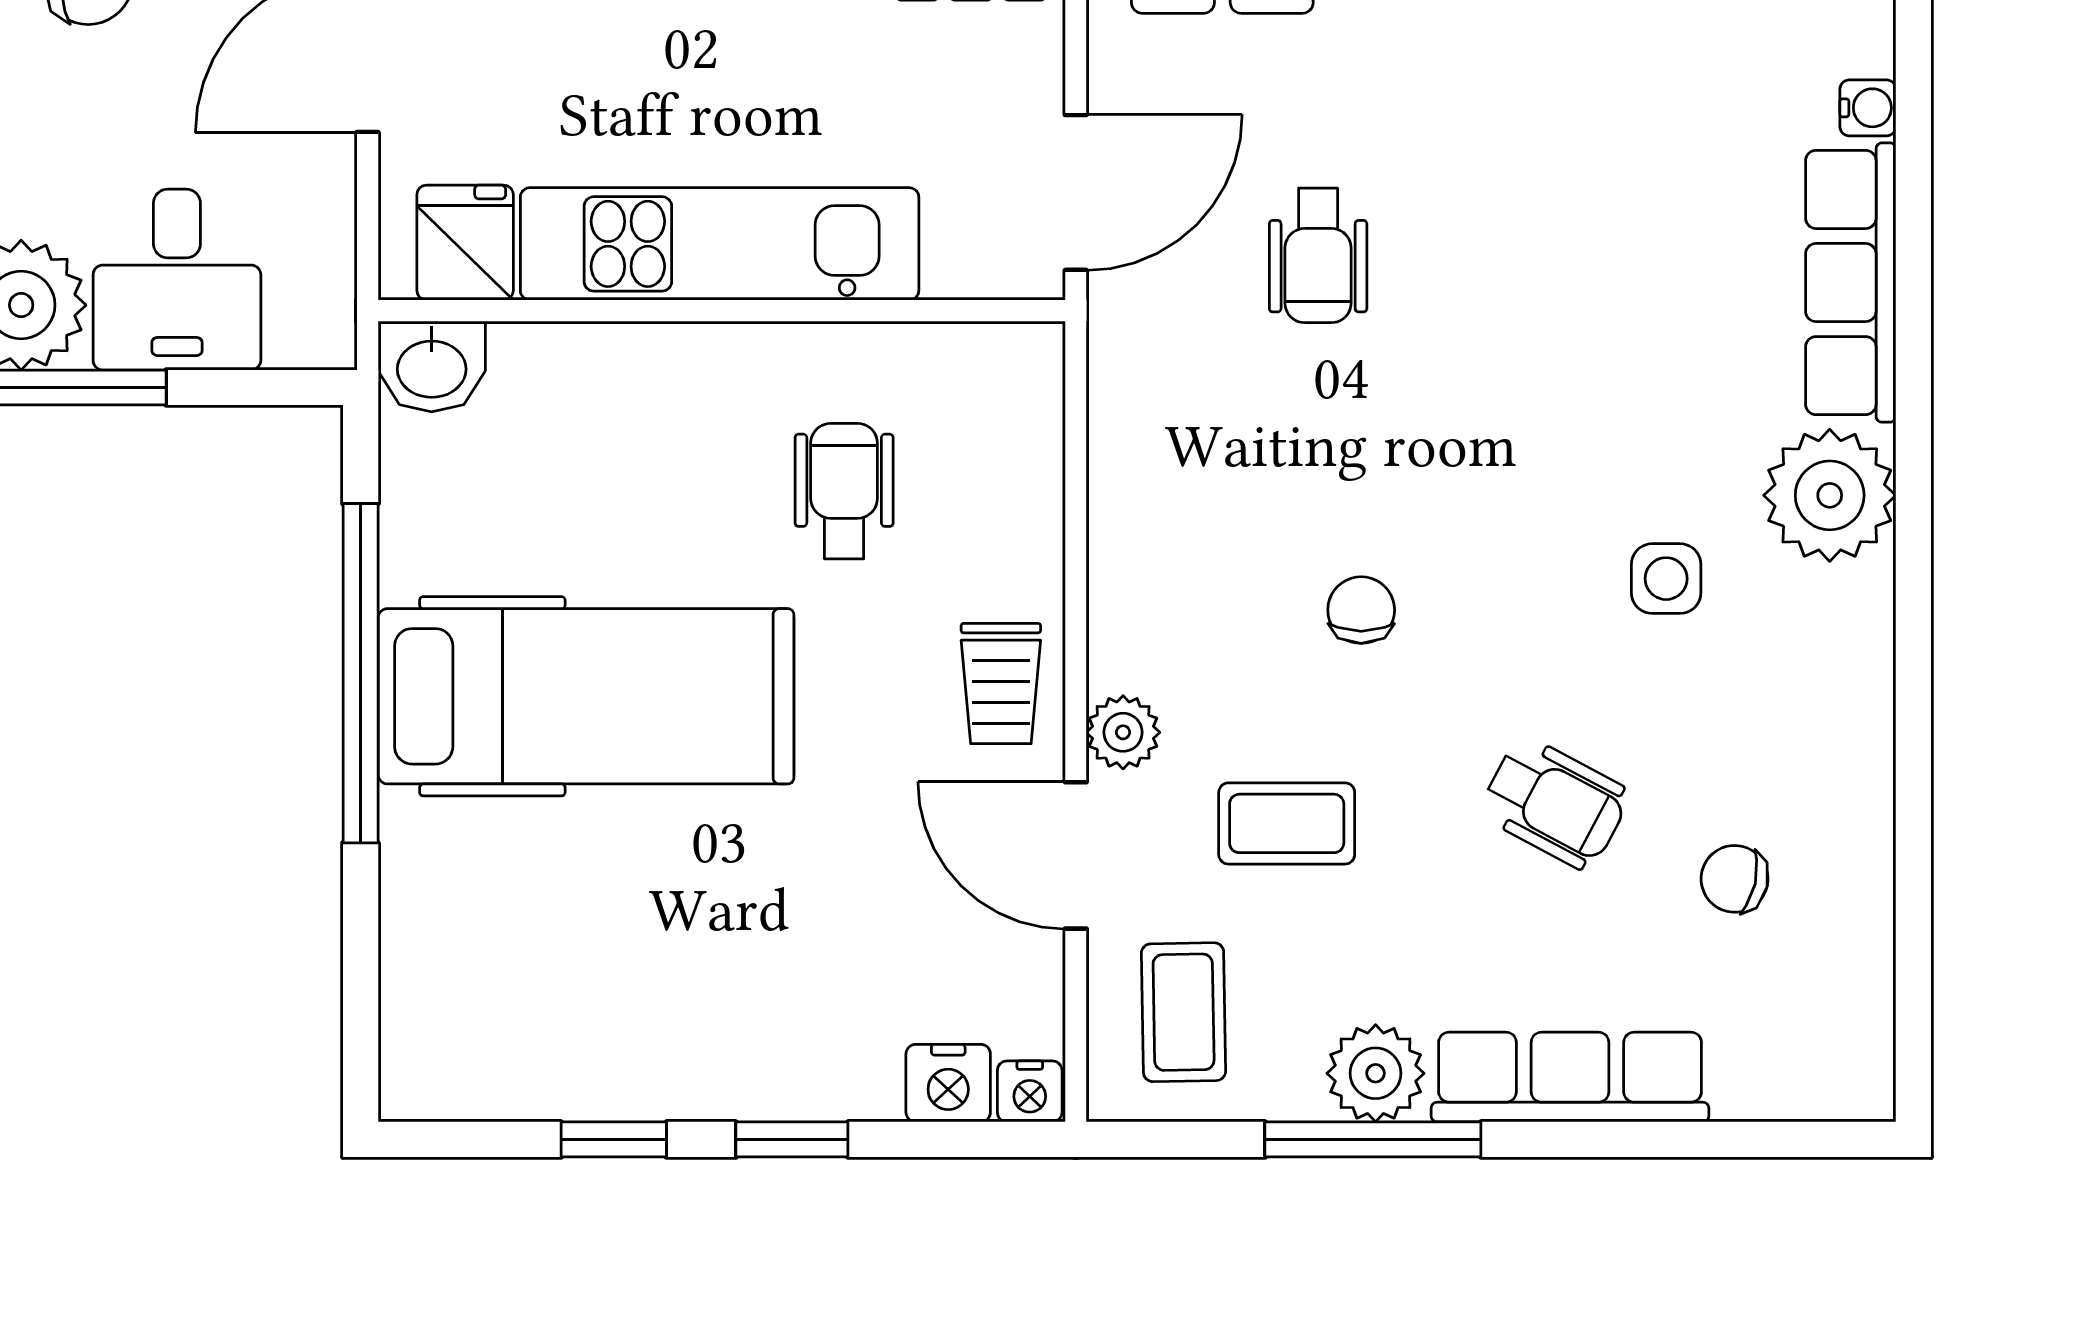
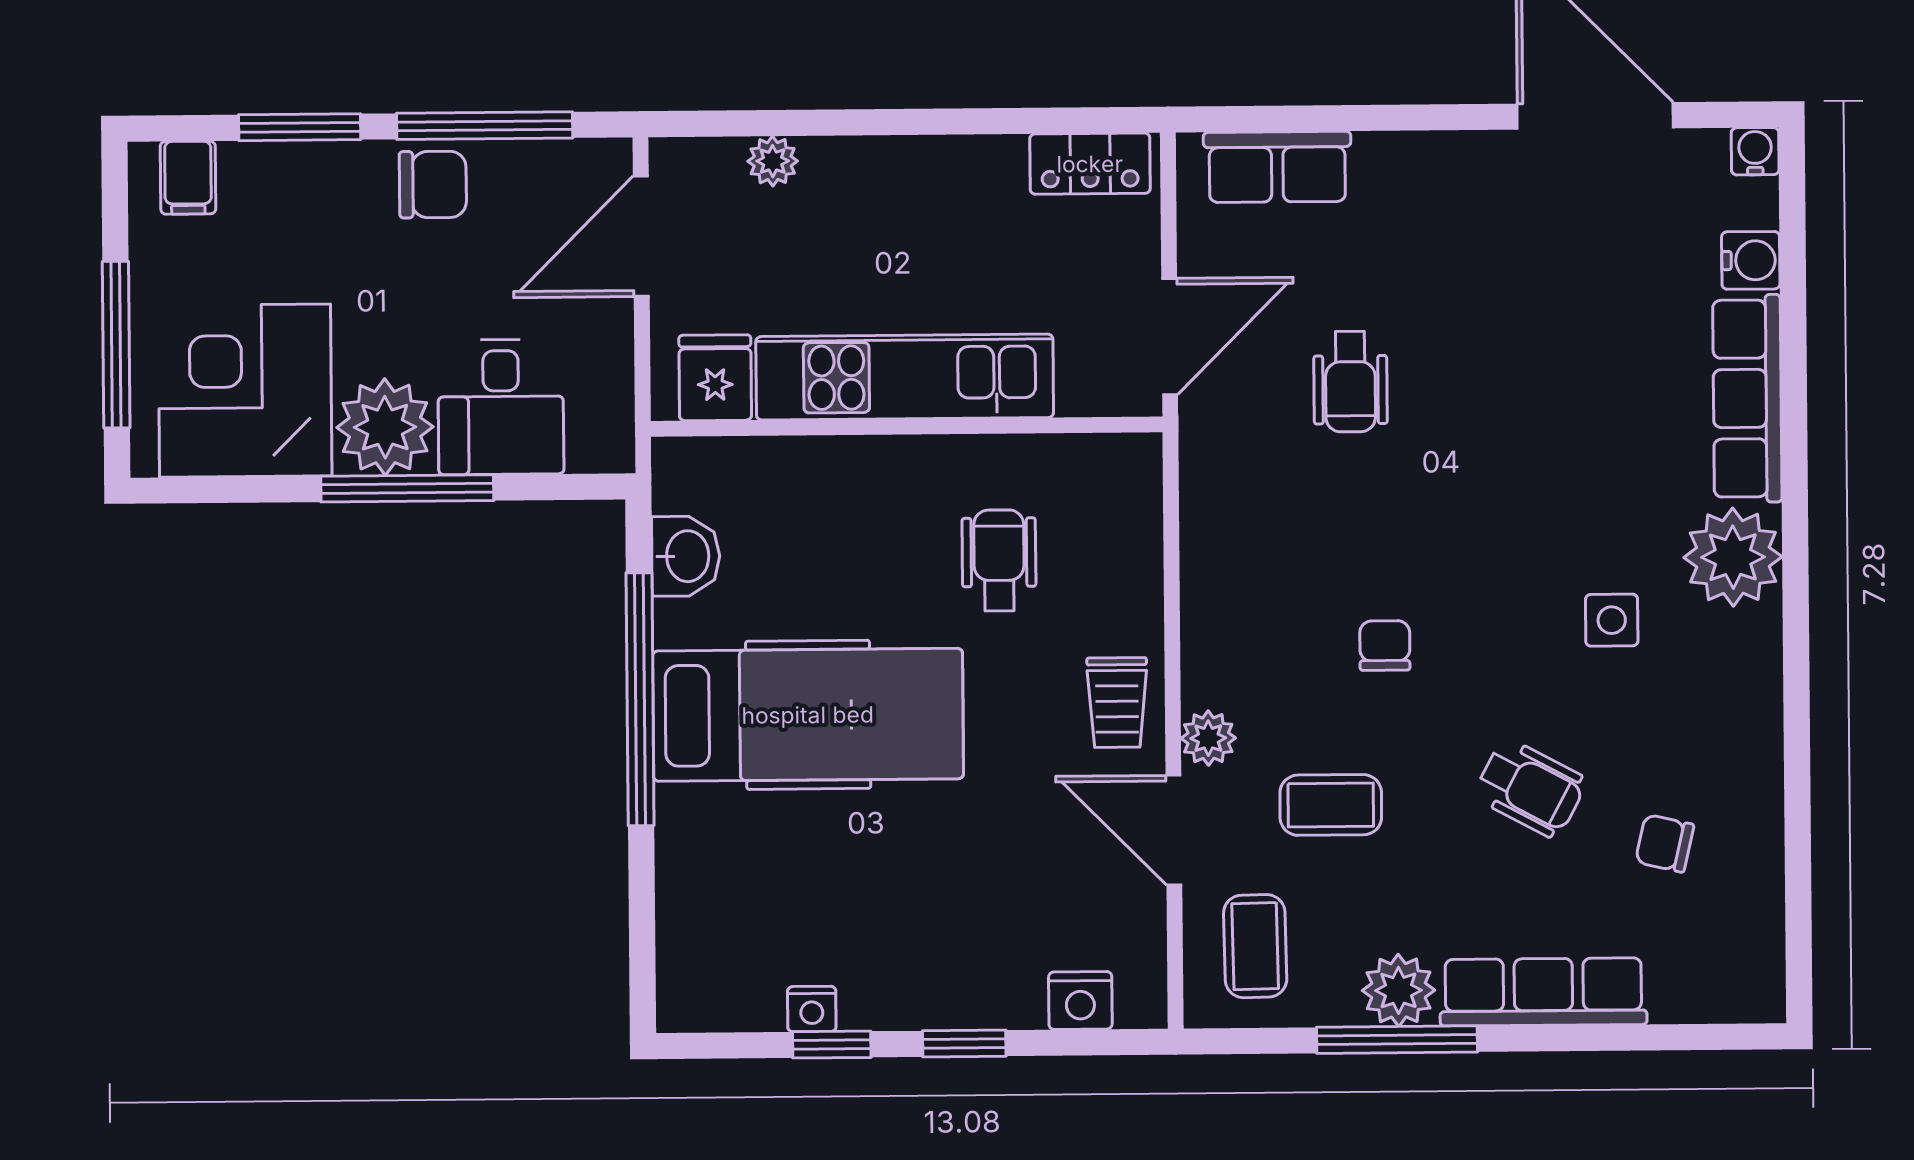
water cooler: (1868, 108) -> (1751, 260), width x1.38, depth x1.38
washbasin: (432, 366) -> (686, 556), moved, turned -90
nightstand: (1030, 1091) -> (812, 1009), moved

